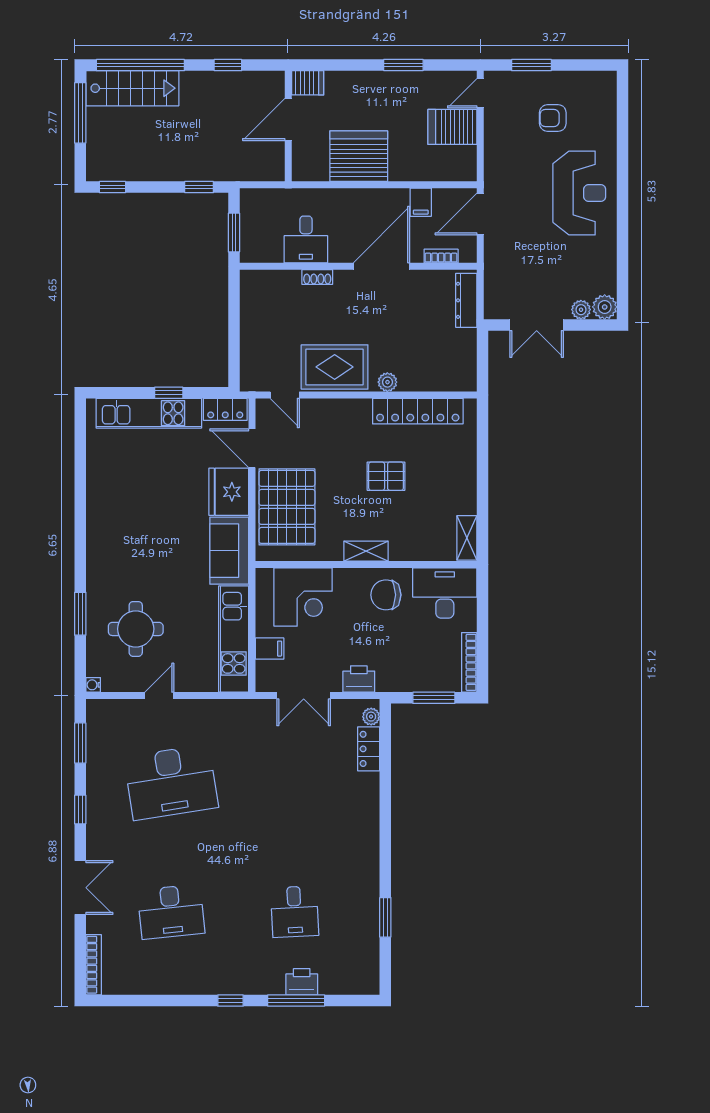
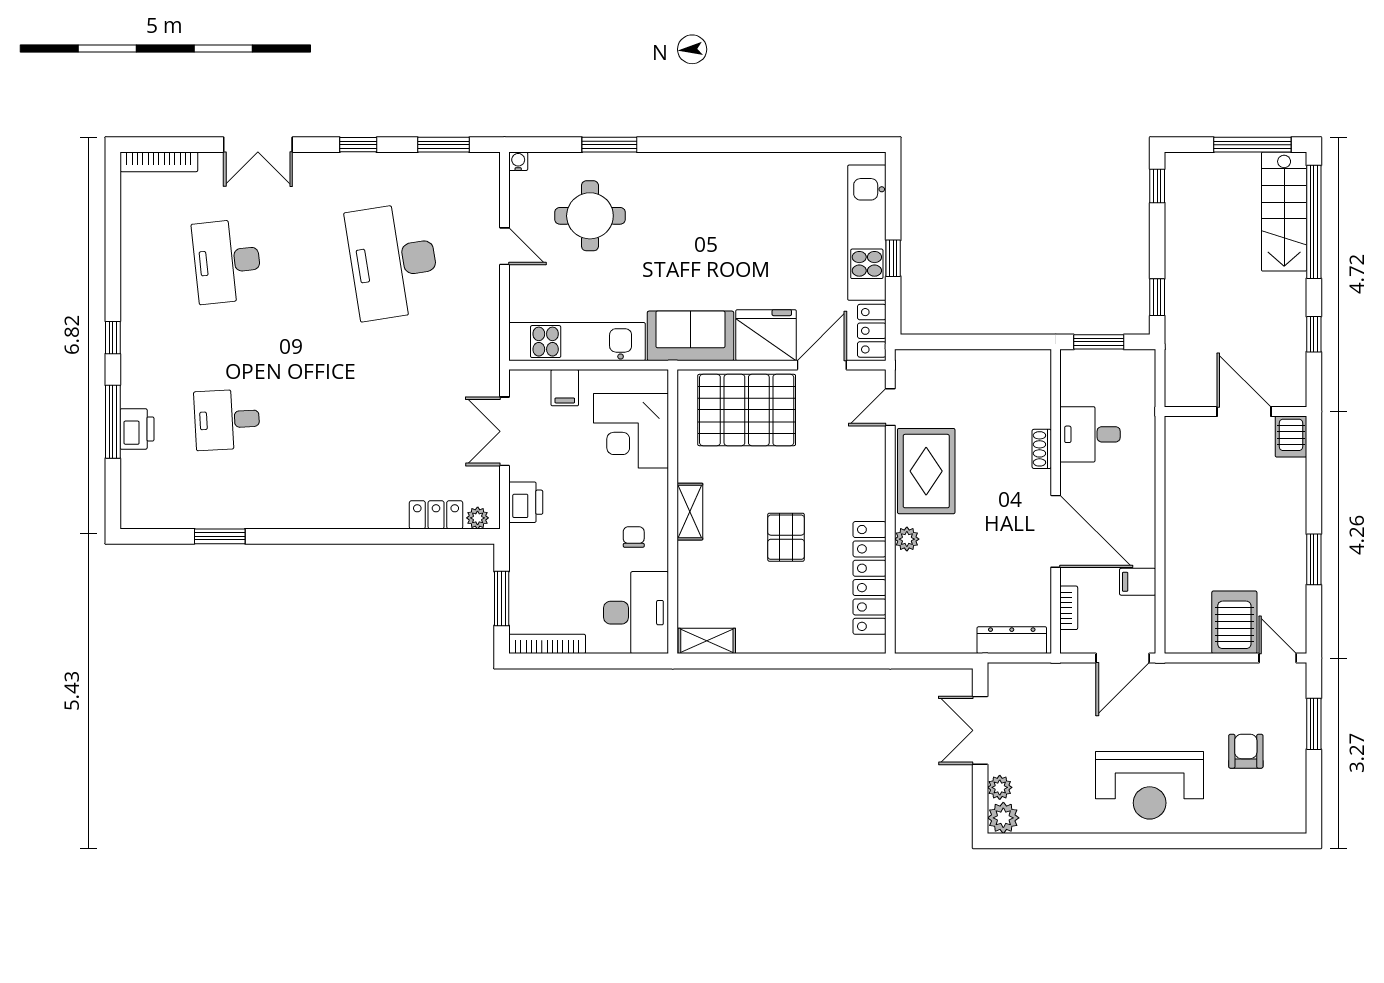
server rack: (359, 156) -> (1197, 502), removed
door: (480, 214) -> (1123, 658), swing flipped
chair: (386, 595) -> (634, 537), width x0.54, depth x0.54

